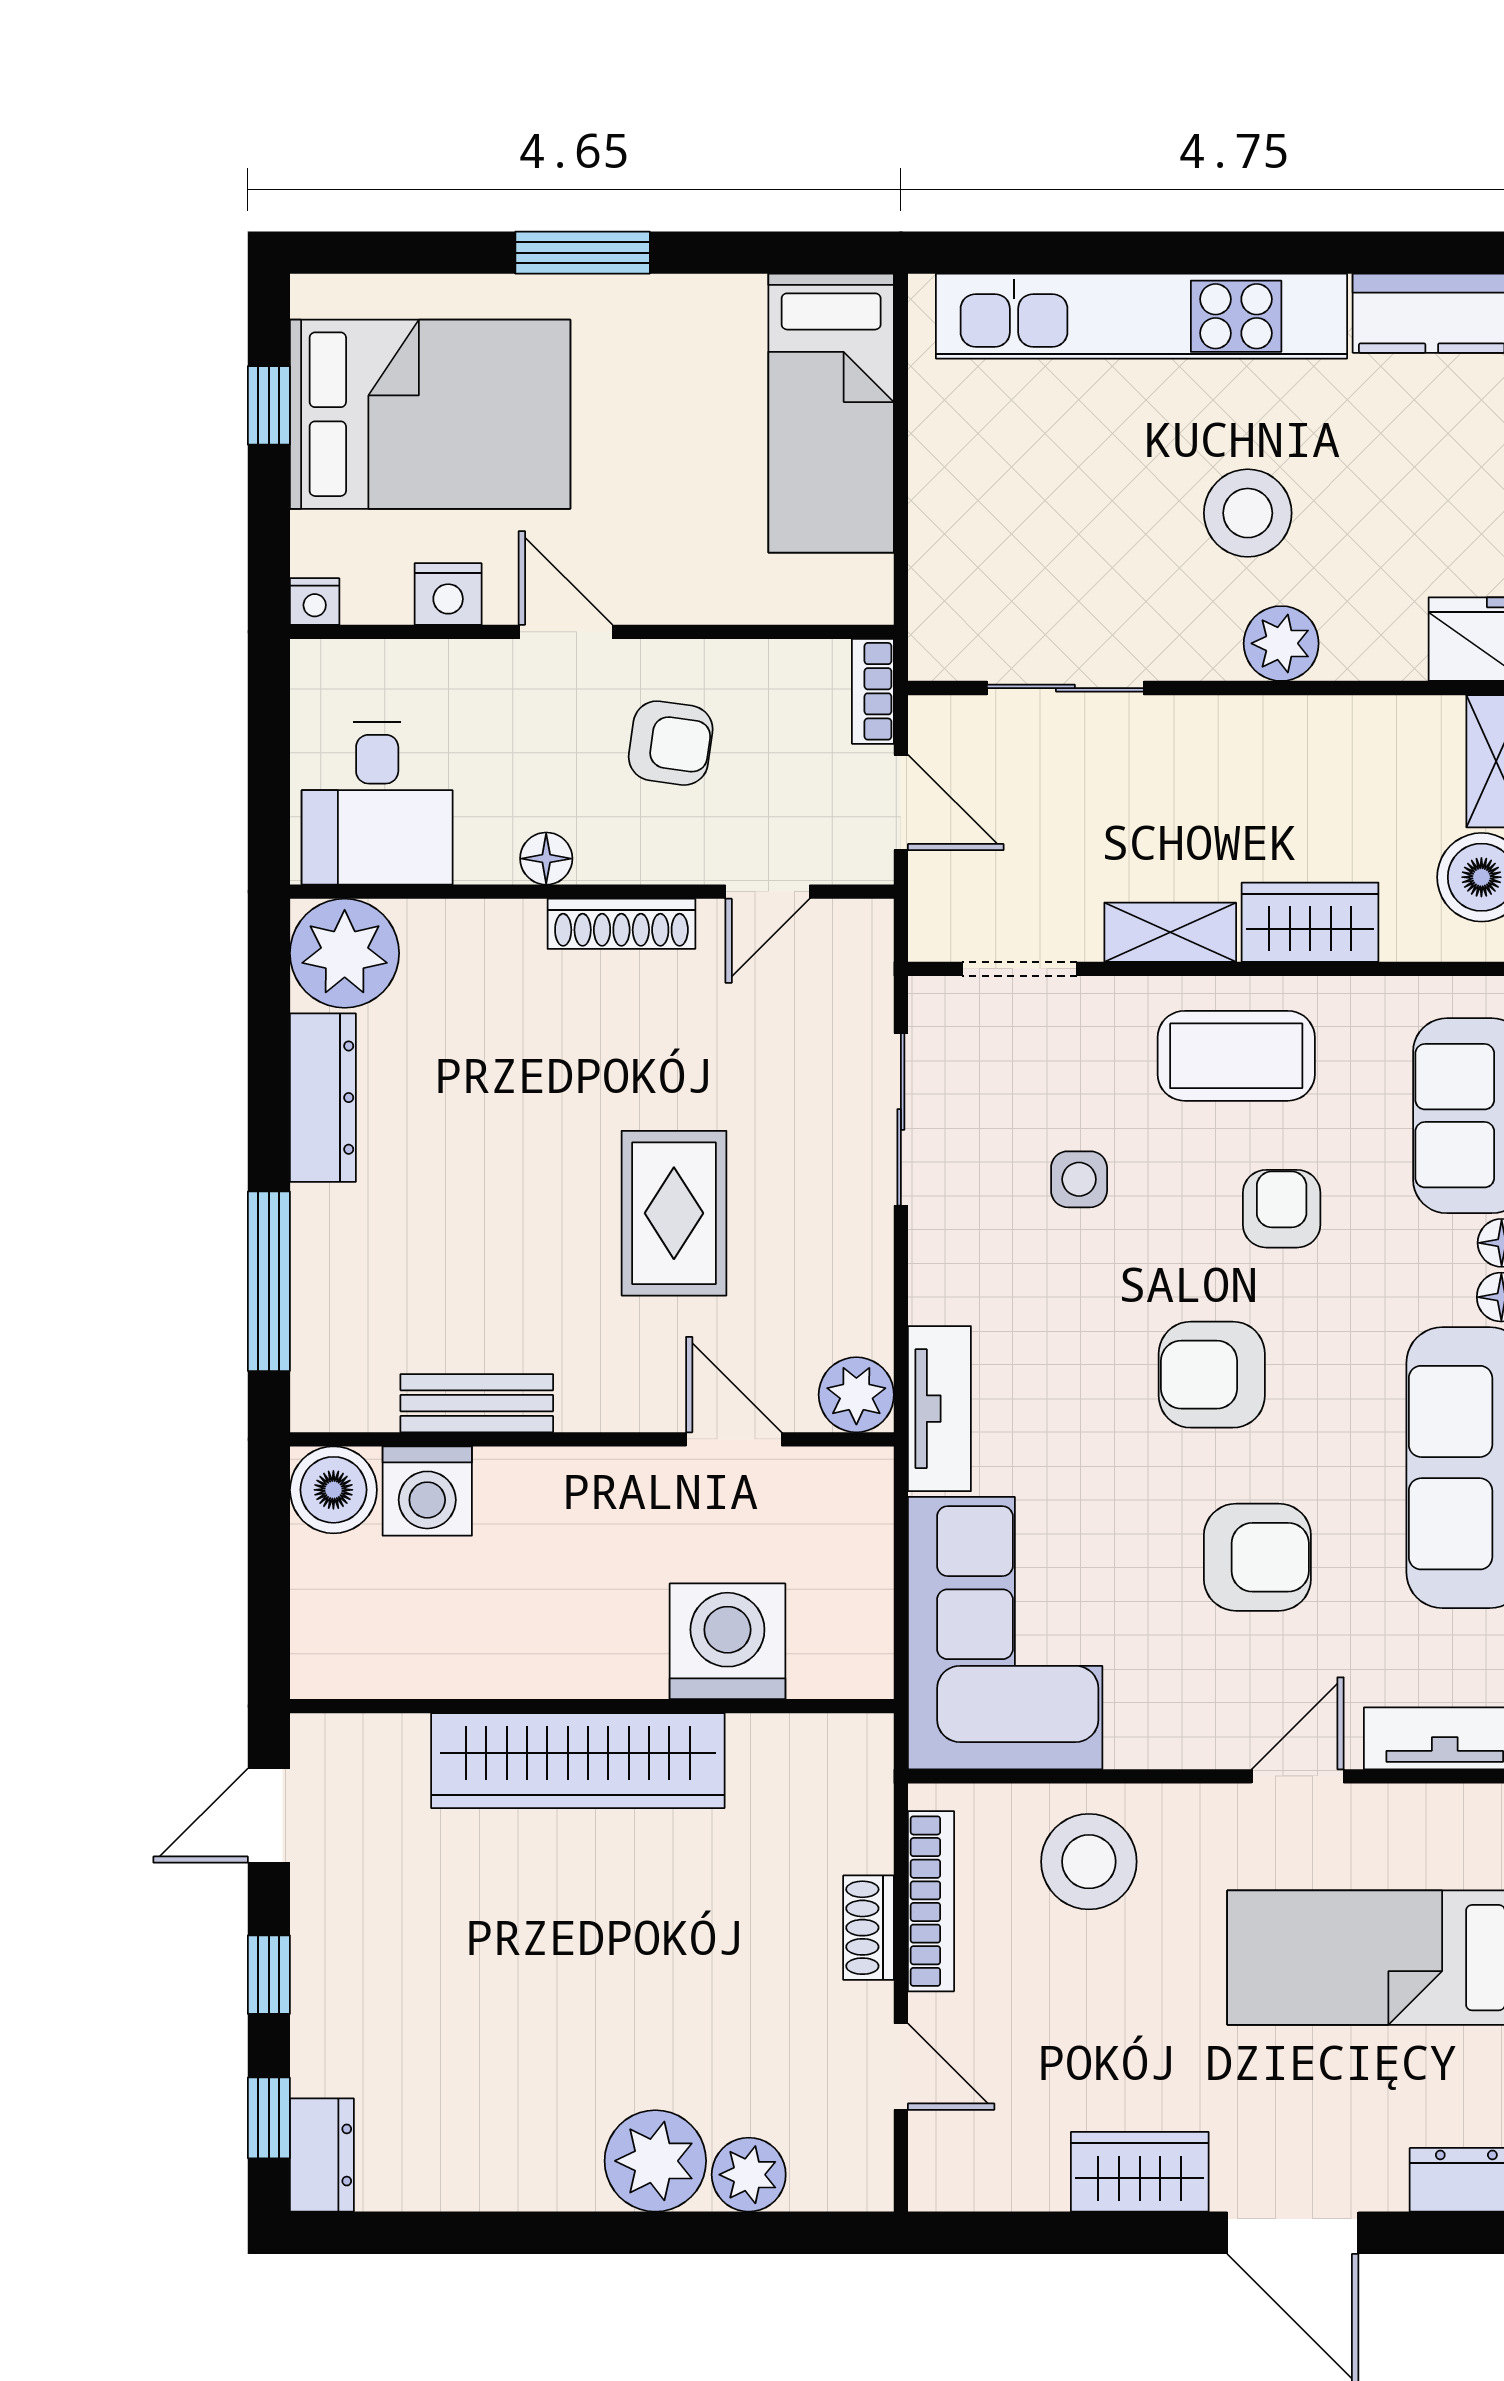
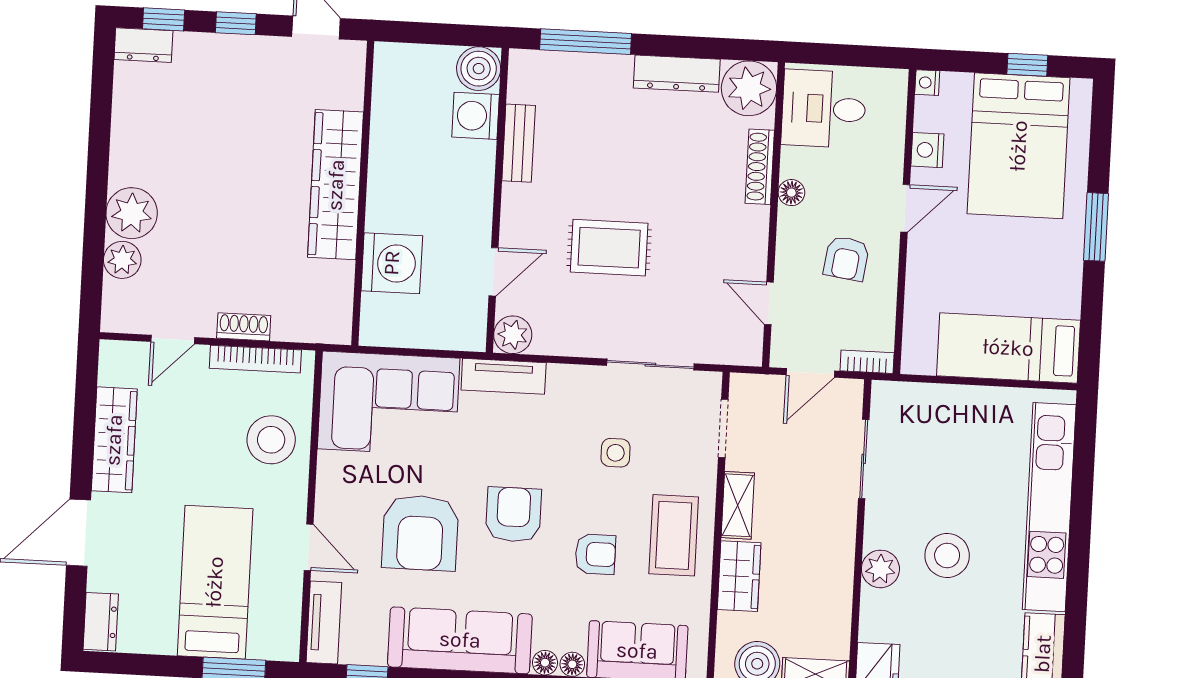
shoe rack: (621, 924) -> (760, 167), moved
armchair: (1257, 1557) -> (420, 533), width x1.36, depth x1.36
wardrobe: (1140, 2172) -> (114, 440), width x1.50

